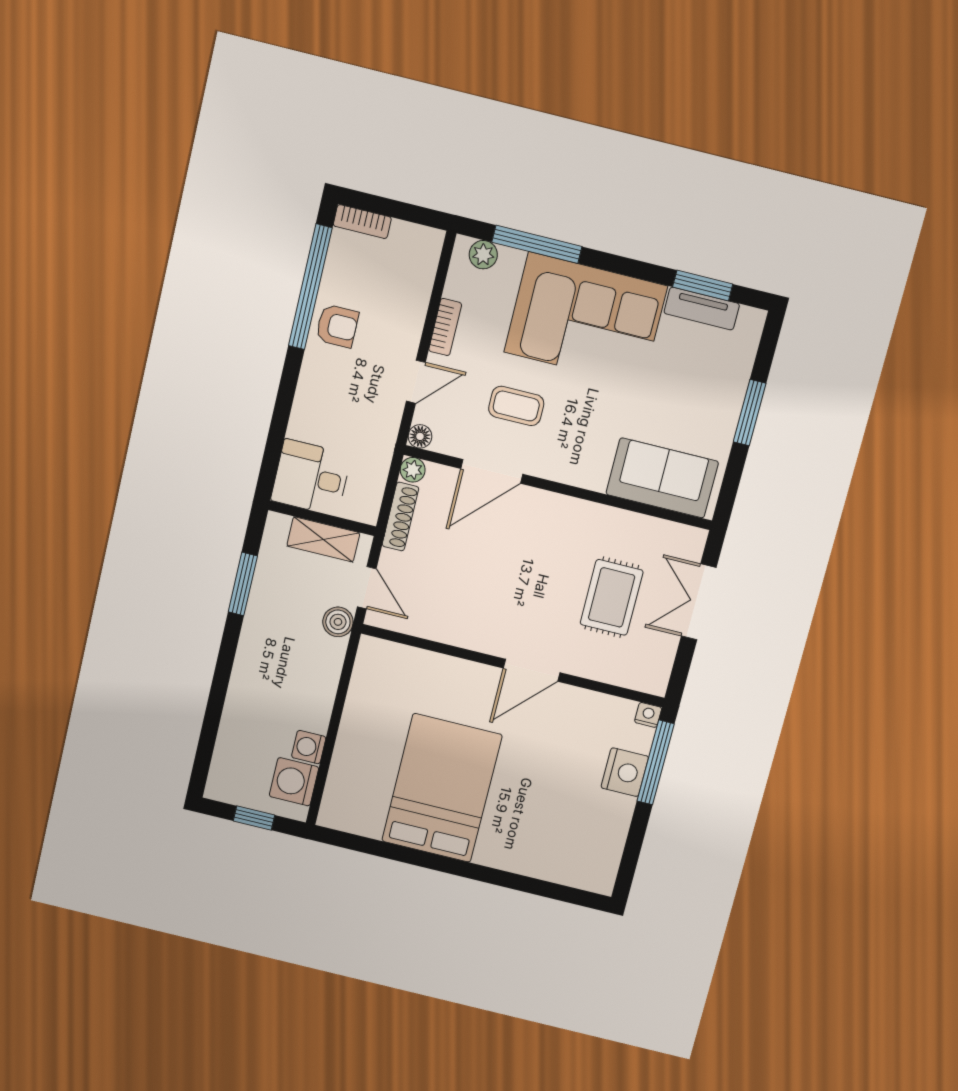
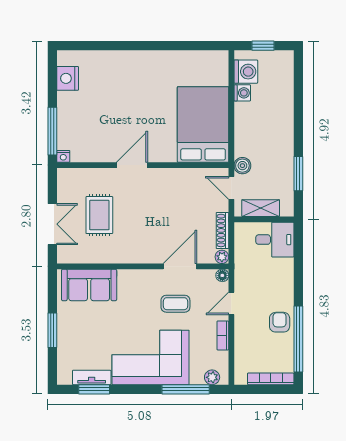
bookcase: (362, 222) -> (271, 379), width x1.56
armchair: (337, 326) -> (280, 322), turned 90
nightstand: (625, 772) -> (68, 78), moved
bed: (442, 788) -> (203, 124), moved, turned 180

